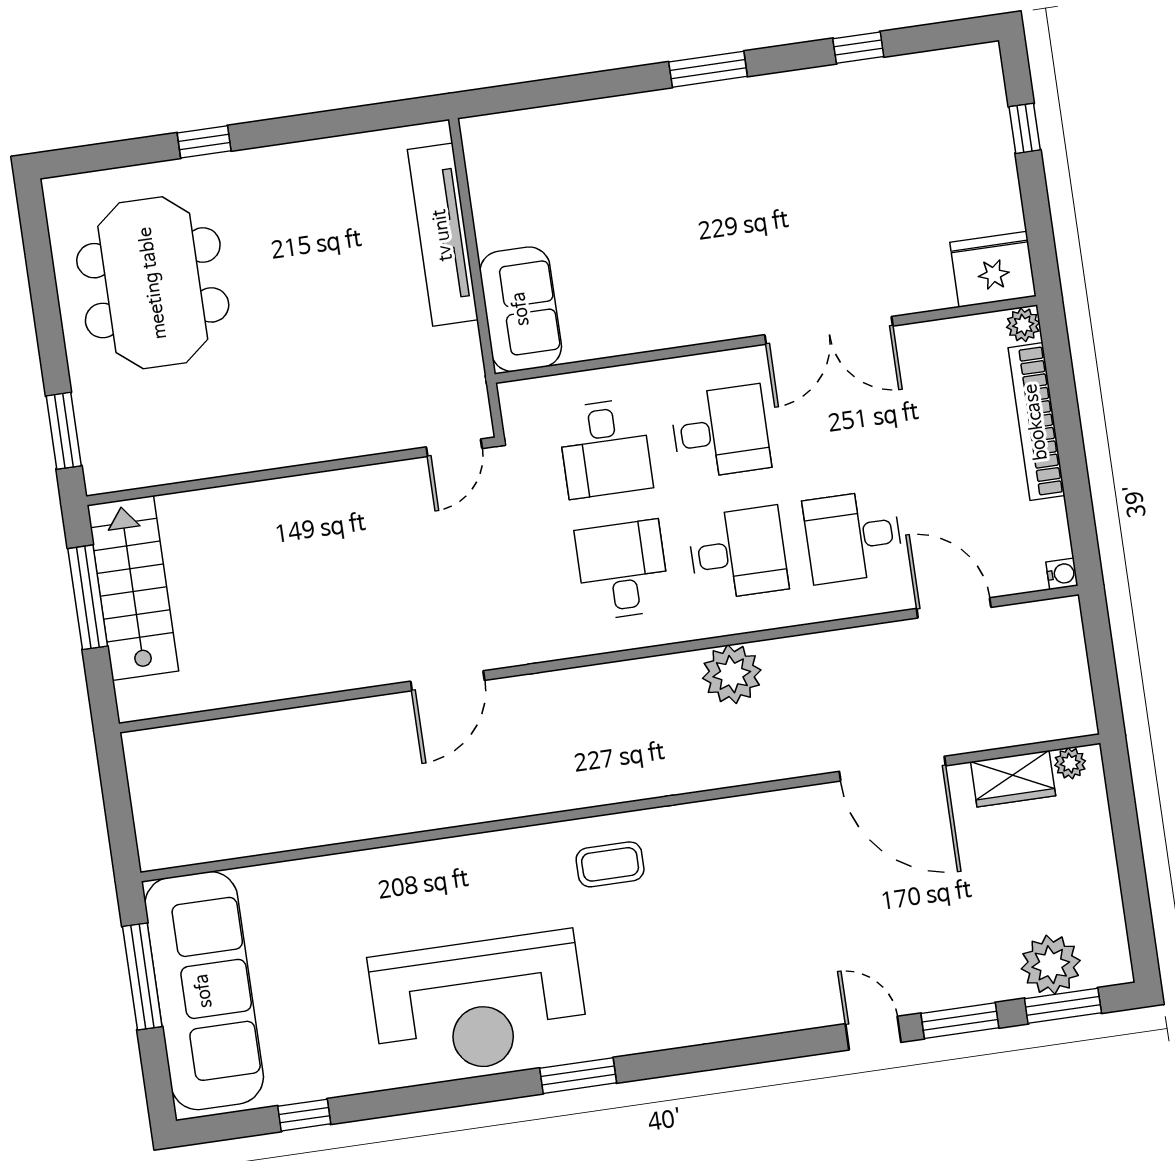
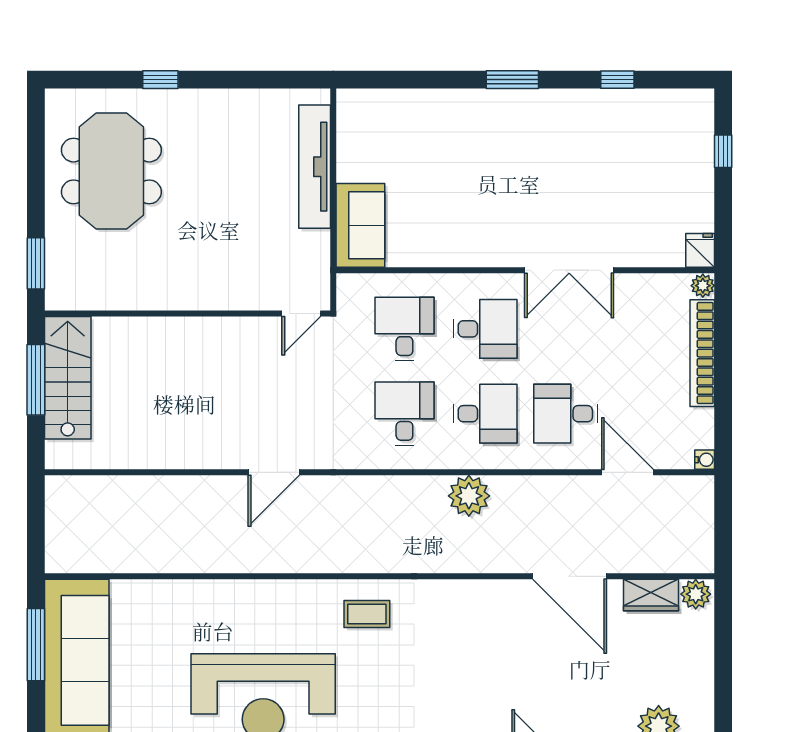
fridge: (993, 269) -> (700, 250), width x0.53, depth x0.75
desk: (605, 448) -> (404, 329), turned 180
plant: (1070, 763) -> (696, 594), width x1.38, depth x1.38

